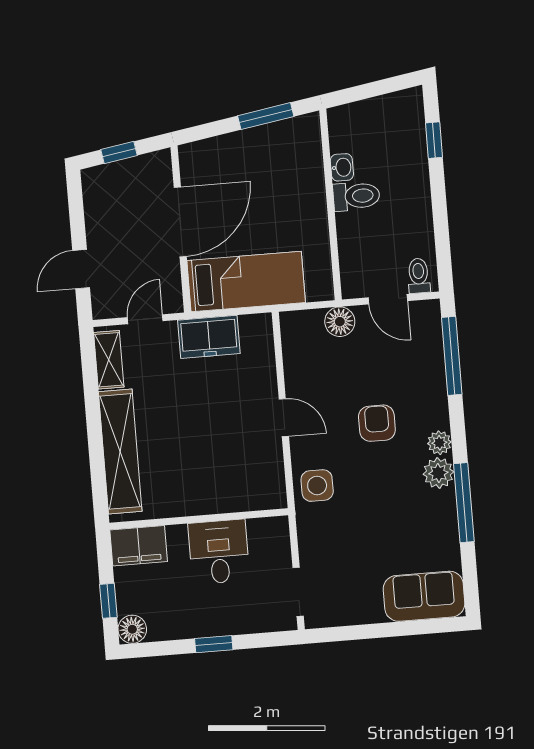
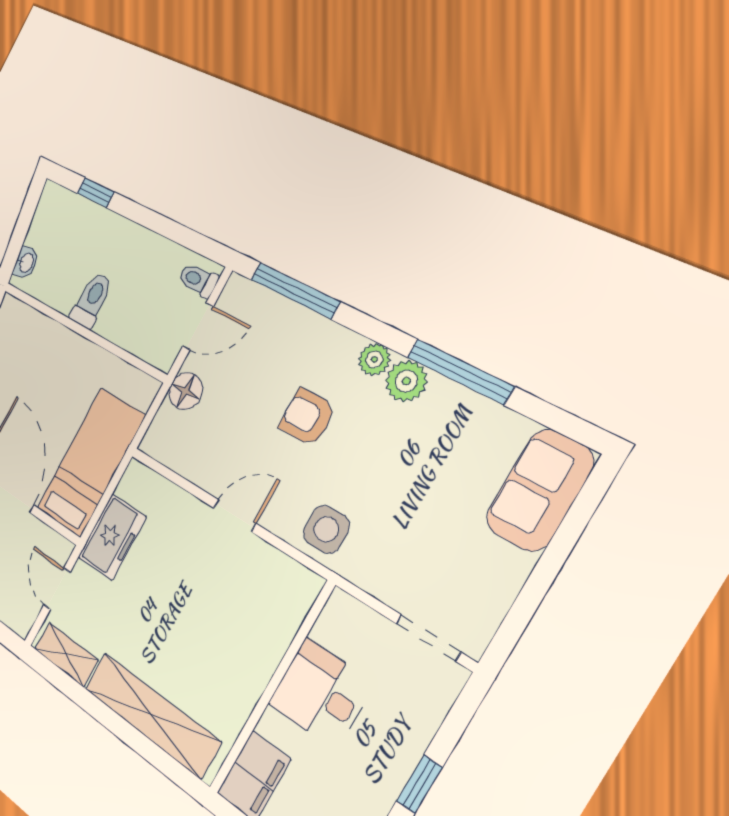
washbasin: (342, 167) -> (26, 262), moved, turned 81

